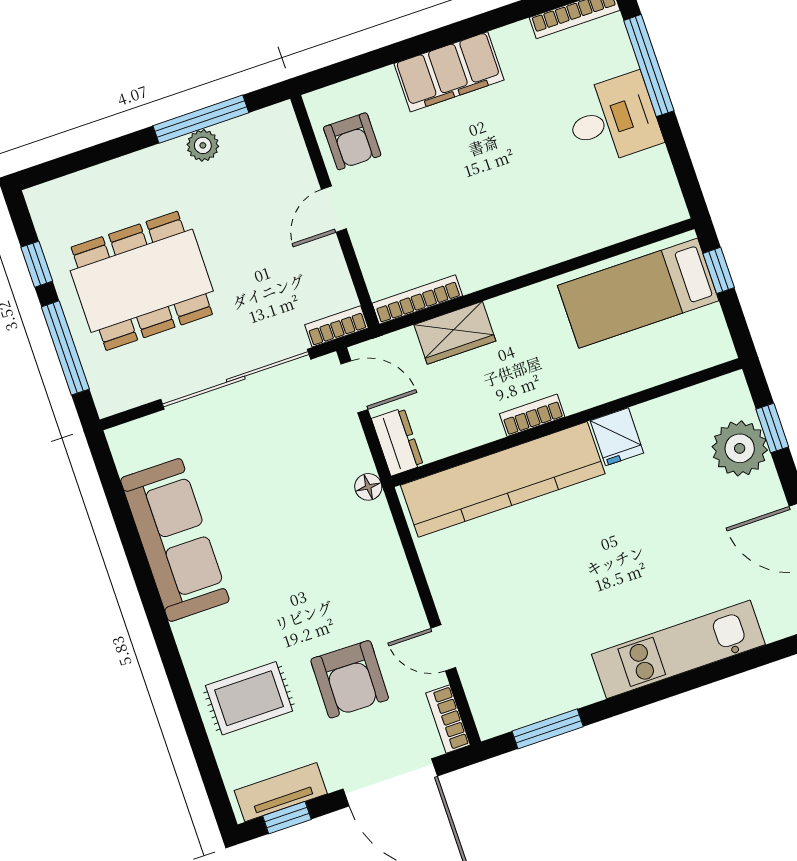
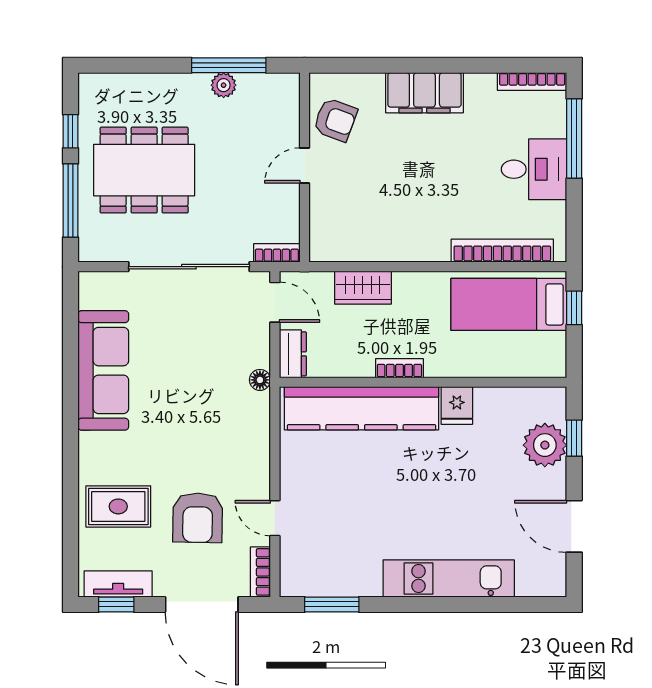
armchair: (352, 141) -> (335, 120), turned -70
bookcase: (417, 299) -> (502, 251), moved, width x1.48, depth x1.31

